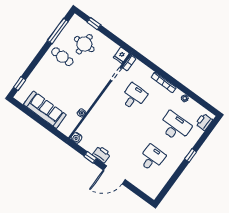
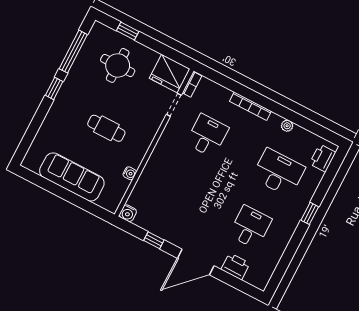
fridge: (121, 55) -> (170, 74), width x1.88, depth x1.34
cafe table: (62, 57) -> (106, 128), moved
window: (20, 84) -> (54, 88), moved
printer: (102, 154) -> (235, 266), moved

